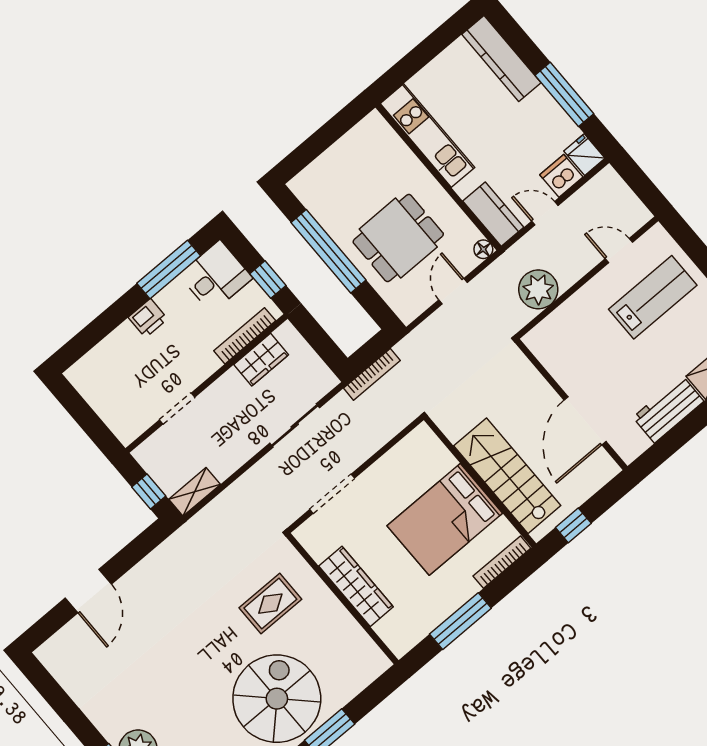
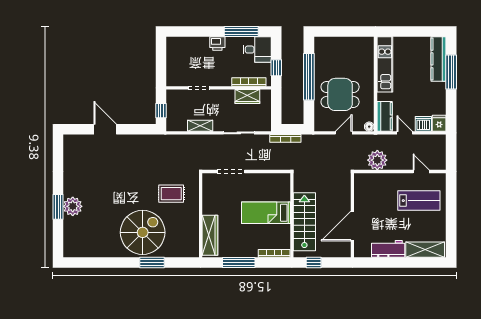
window: (564, 94) -> (451, 72), moved
shelving: (195, 492) -> (200, 126), moved
bed: (445, 519) -> (266, 213), width x0.67
wardrobe: (356, 586) -> (210, 235), moved
door: (88, 591) -> (105, 129), swing flipped

